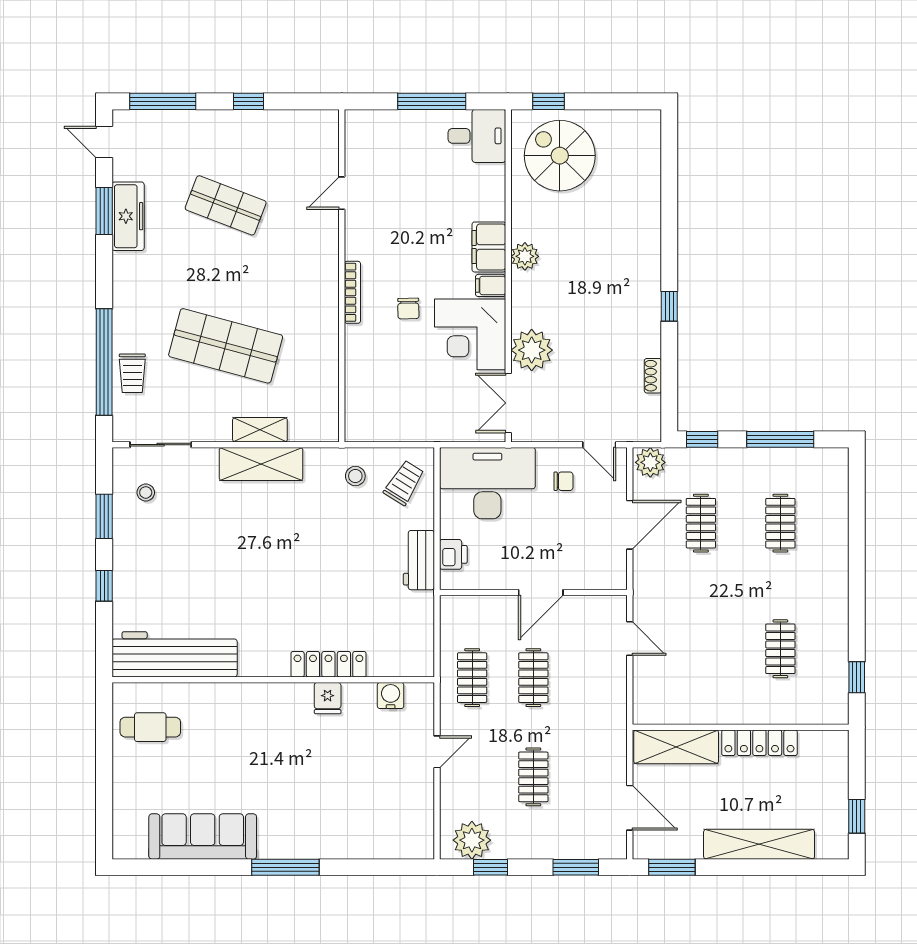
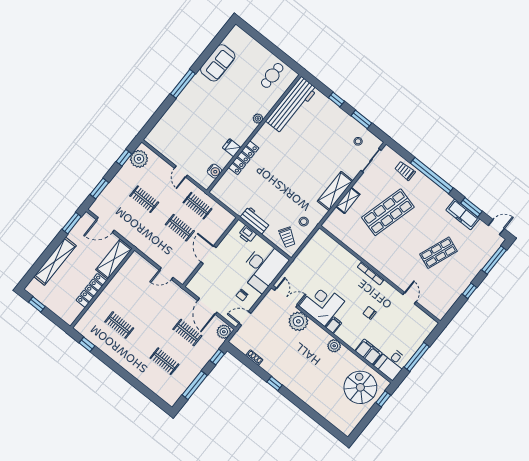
spiral stairs: (560, 156) -> (360, 387), turned -90
filing cabinet: (489, 247) -> (368, 352), moved
chair: (408, 308) -> (370, 313), moved
window: (104, 362) -> (432, 176), moved
plant: (243, 693) -> (258, 119), added
sofa: (203, 836) -> (218, 63), width x0.73

